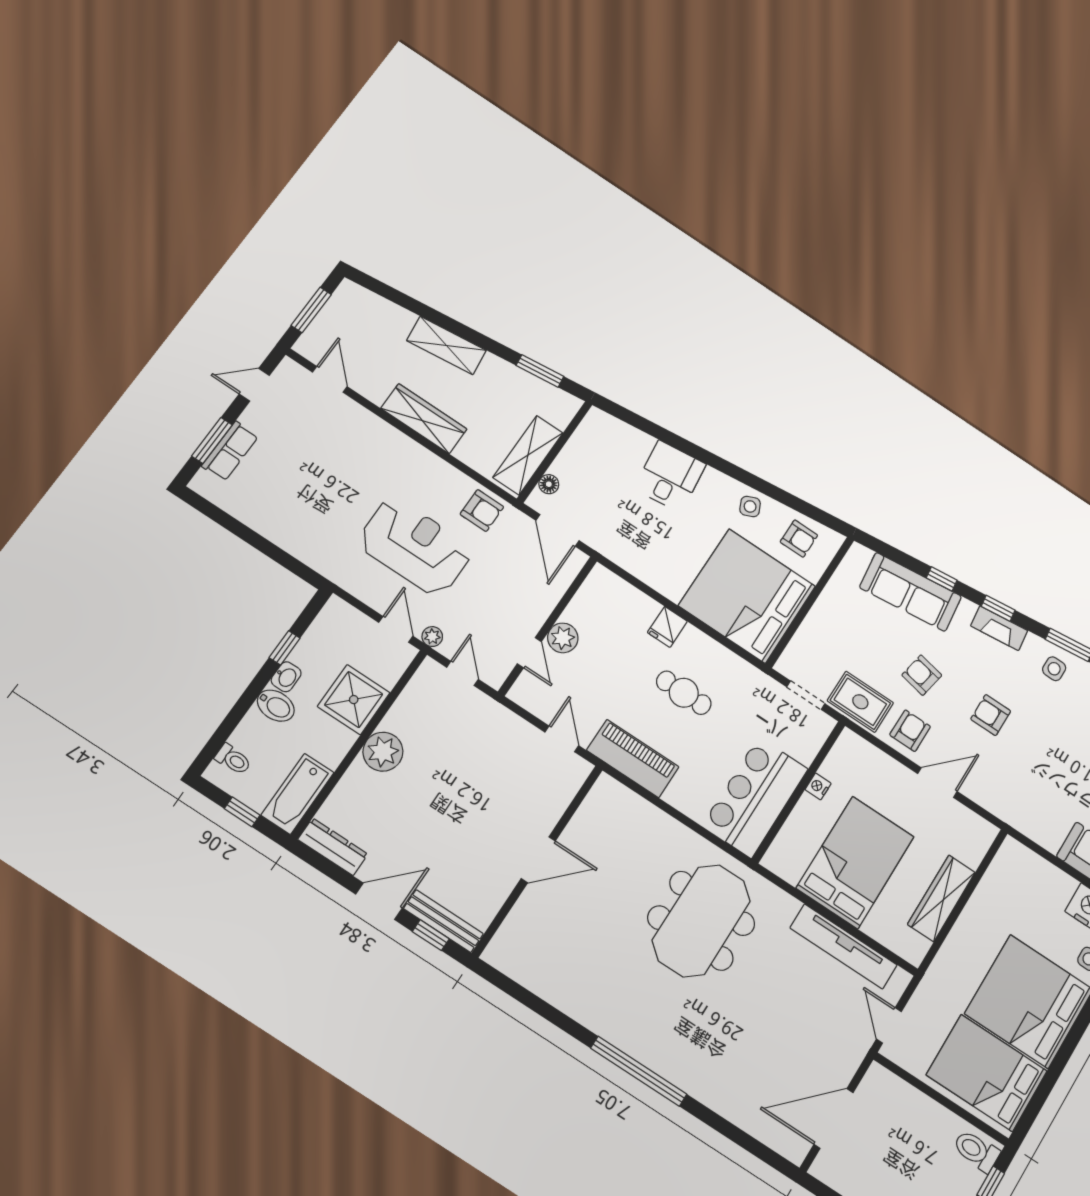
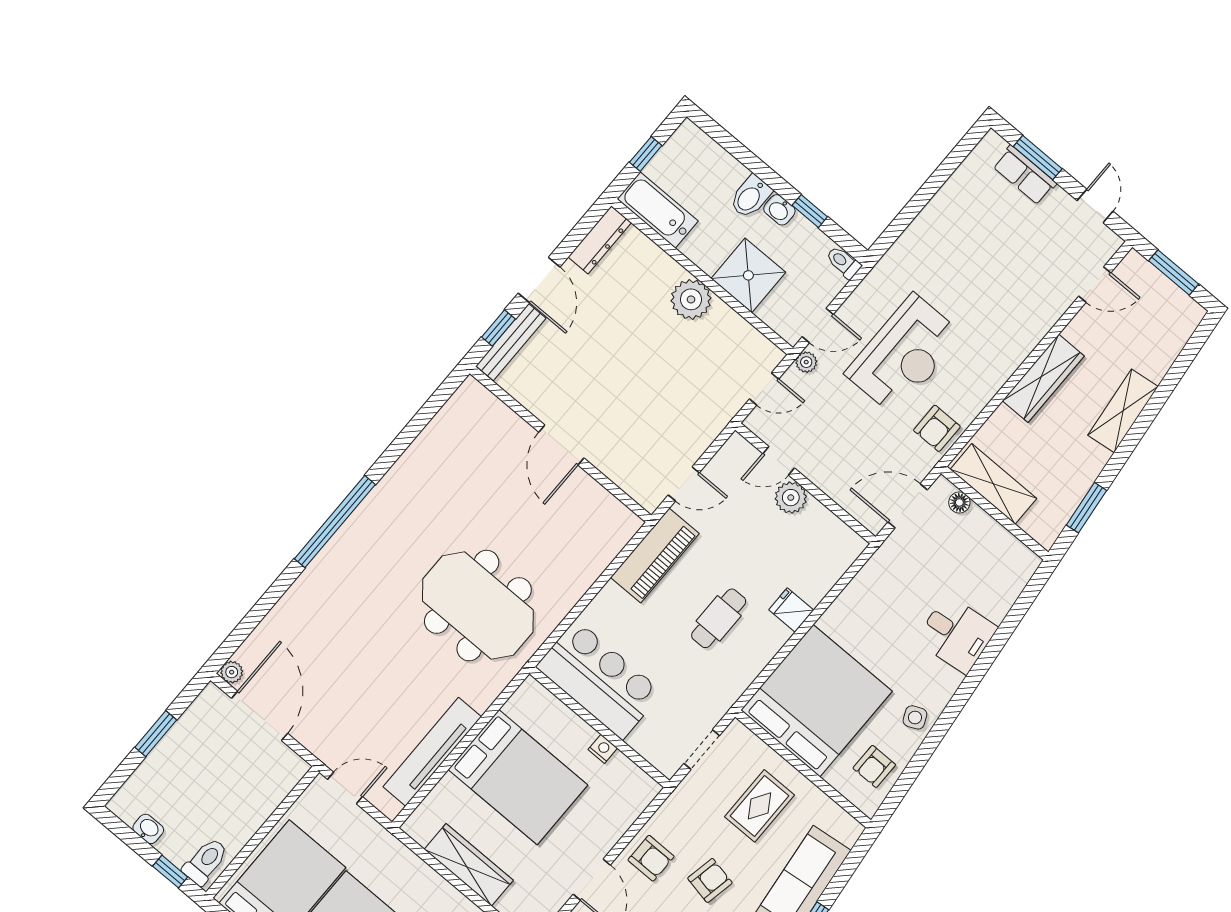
rug: (860, 702) -> (760, 806), moved
toilet: (233, 759) -> (843, 262), moved, turned 90
plant: (796, 1152) -> (232, 672), added

